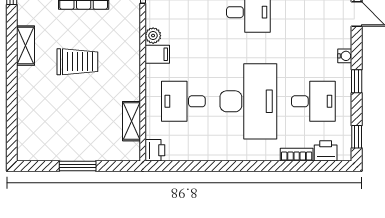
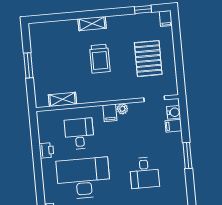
shelving: (26, 46) -> (92, 24), moved
desk: (248, 101) -> (83, 178), turned 180
printer: (155, 150) -> (46, 150), moved, turned -90

